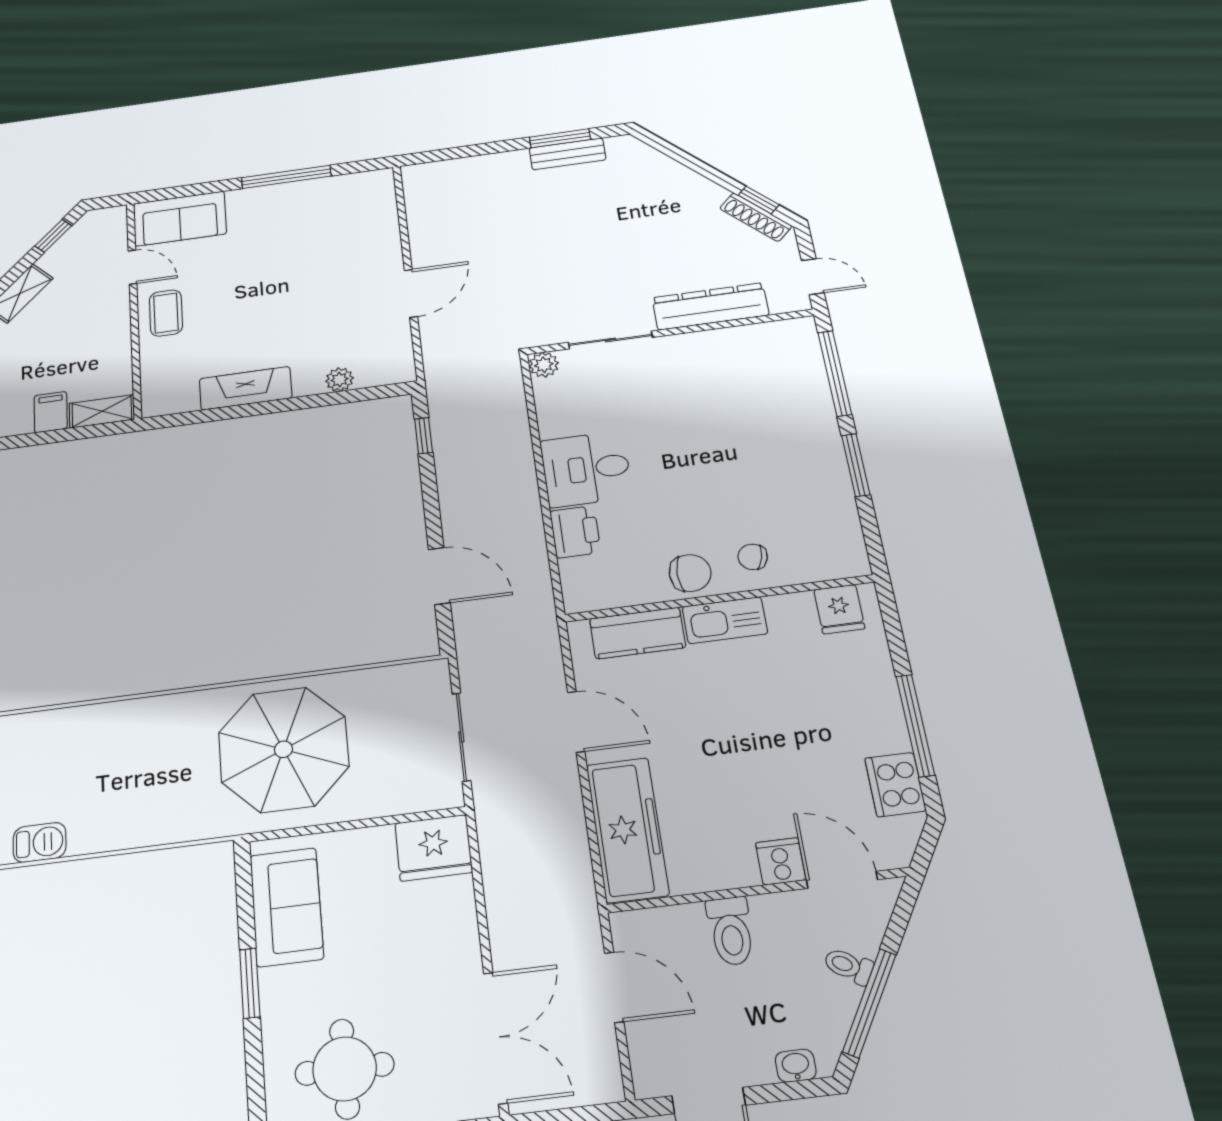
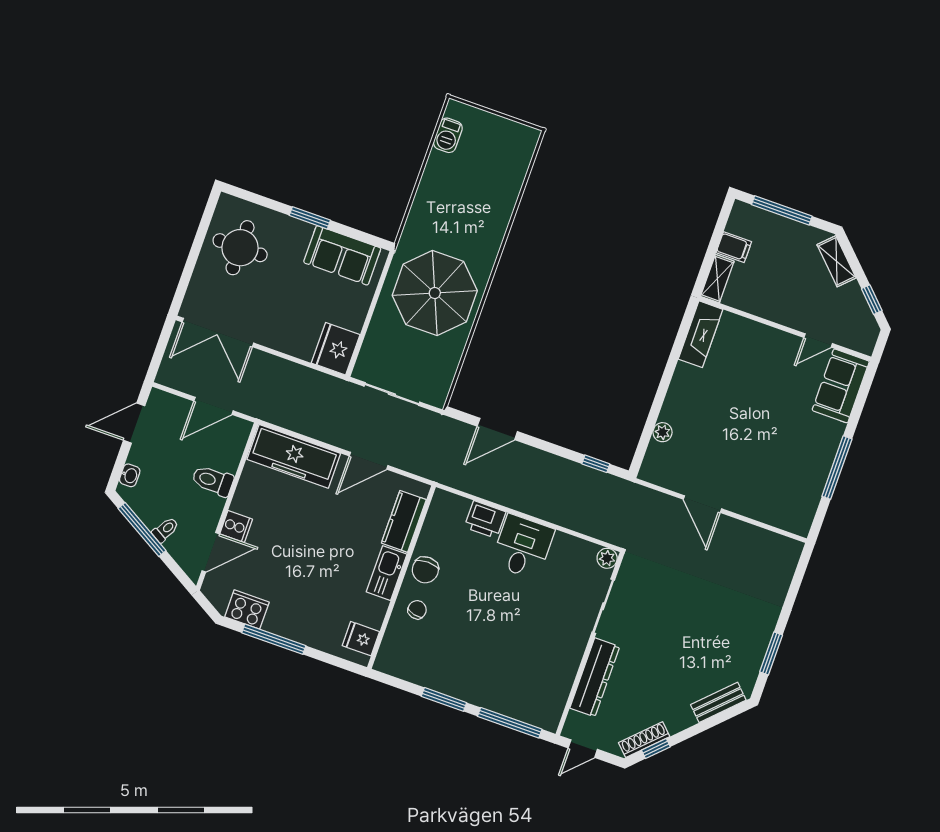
bench: (568, 154) -> (718, 702), moved, turned 45
coffee table: (166, 313) -> (770, 347), removed
fireplace: (246, 388) -> (701, 334), moved

